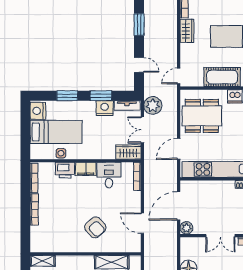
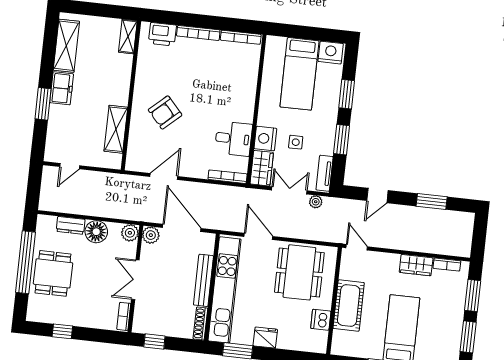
plant: (153, 105) -> (316, 202), width x0.53, depth x0.53
nightstand: (105, 108) -> (265, 139), moved, turned 180
side table: (61, 153) -> (296, 142), moved
filing cabinet: (86, 169) -> (245, 108), removed
printer: (65, 170) -> (162, 34), moved, turned -90
bench: (215, 186) -> (203, 280), added
plant: (186, 243) -> (130, 233), added

